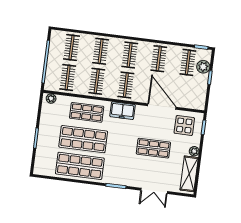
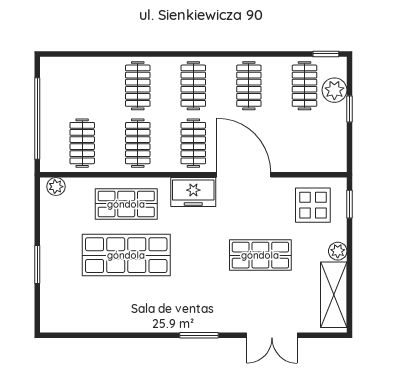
clothes rail: (72, 47) -> (82, 86), removed
door: (162, 106) -> (244, 175), moved
shop shelf: (80, 166) -> (126, 306), removed

